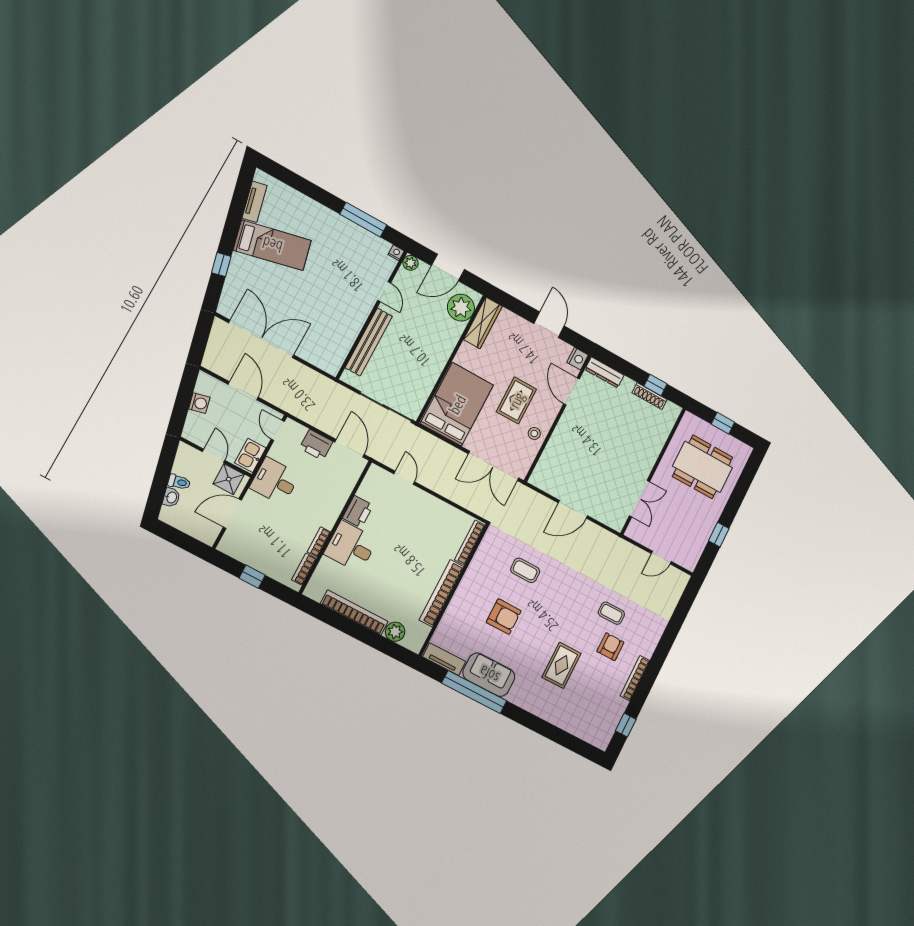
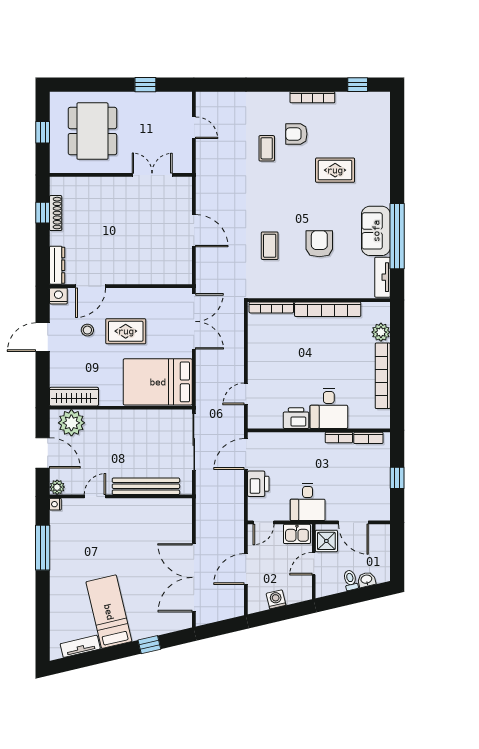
stool: (534, 433) -> (87, 330), moved

